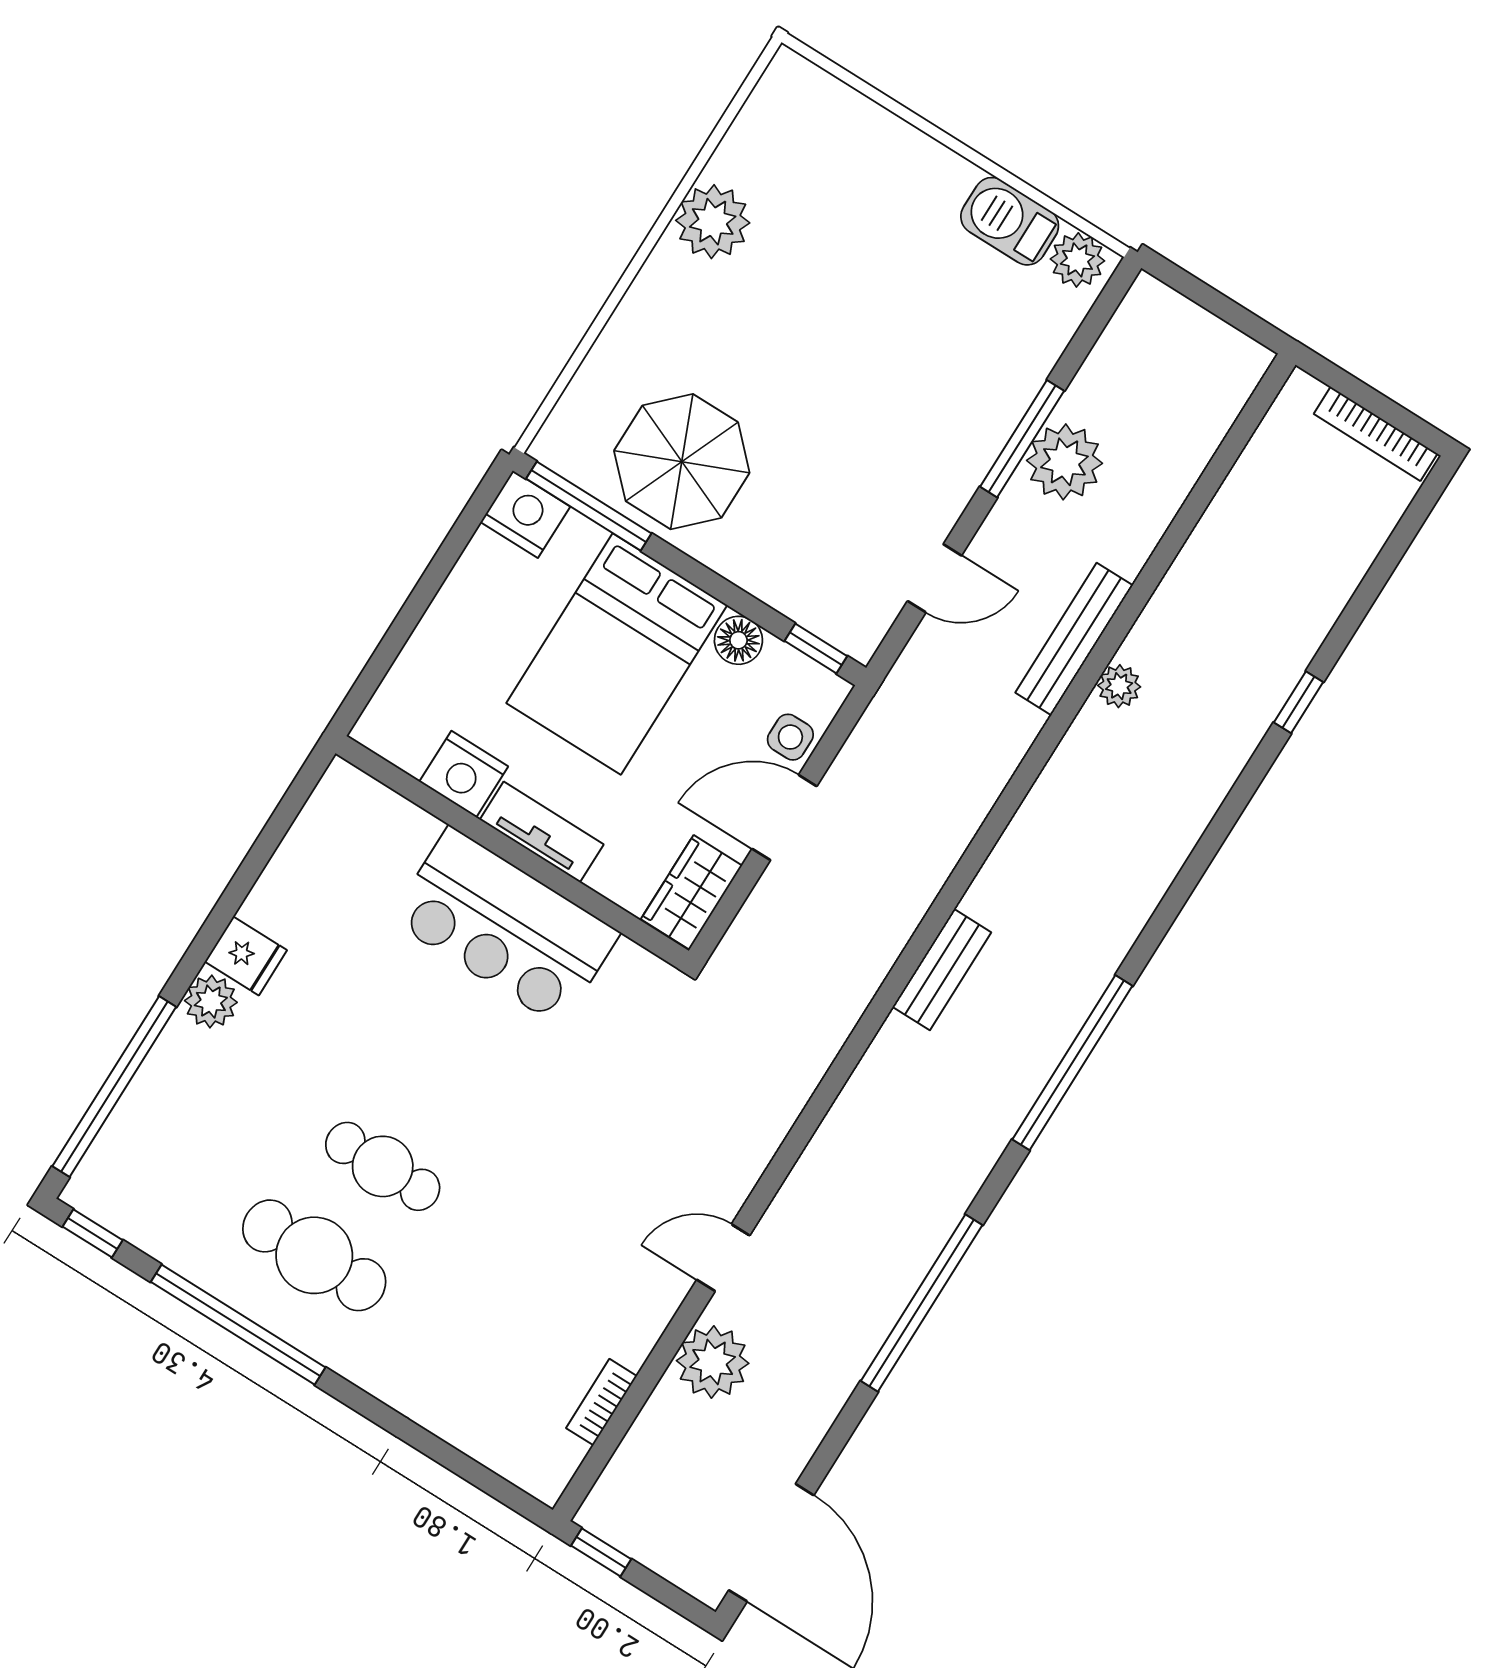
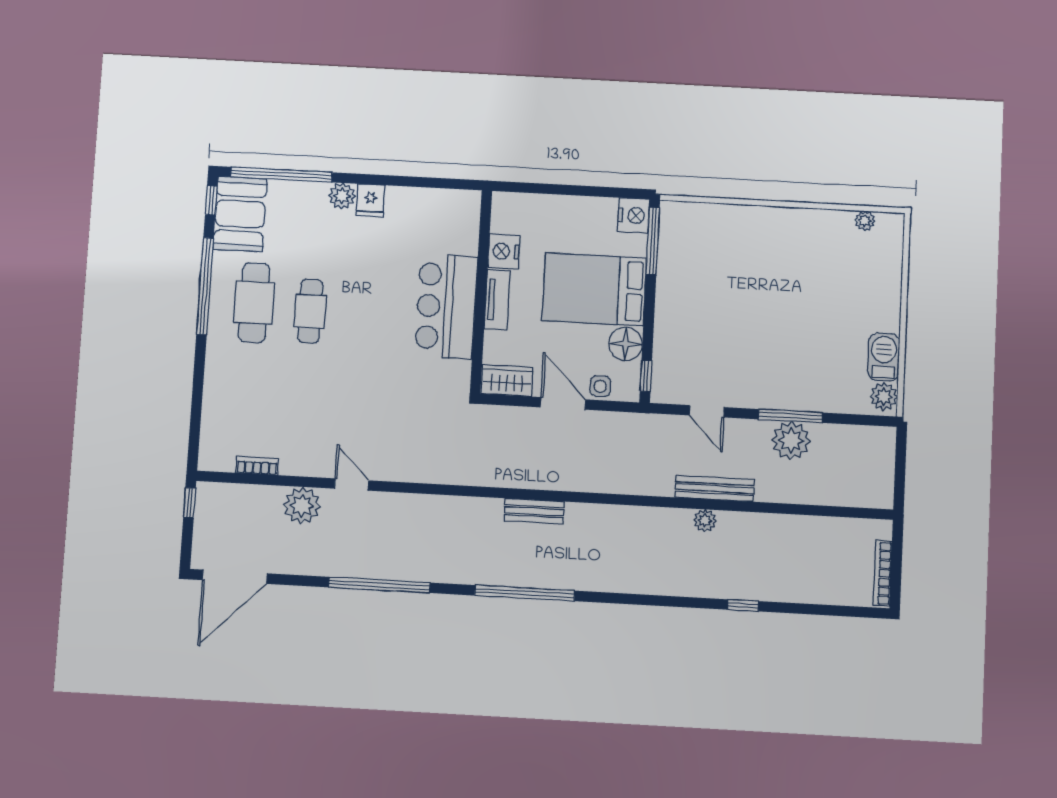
plant: (713, 222) -> (865, 221), moved, width x0.53, depth x0.53
parasol: (682, 462) -> (695, 271), removed
floor lamp: (738, 640) -> (626, 344), width x1.38, depth x1.38
booth: (144, 1196) -> (240, 214), added

